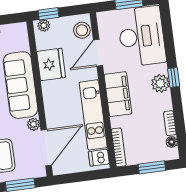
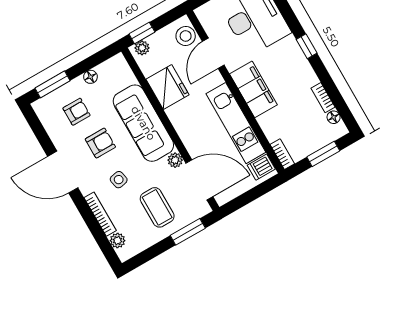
plant: (160, 83) -> (295, 59), removed
bookcase: (119, 147) -> (282, 154), width x0.64
door: (46, 148) -> (199, 180), hinge flipped

